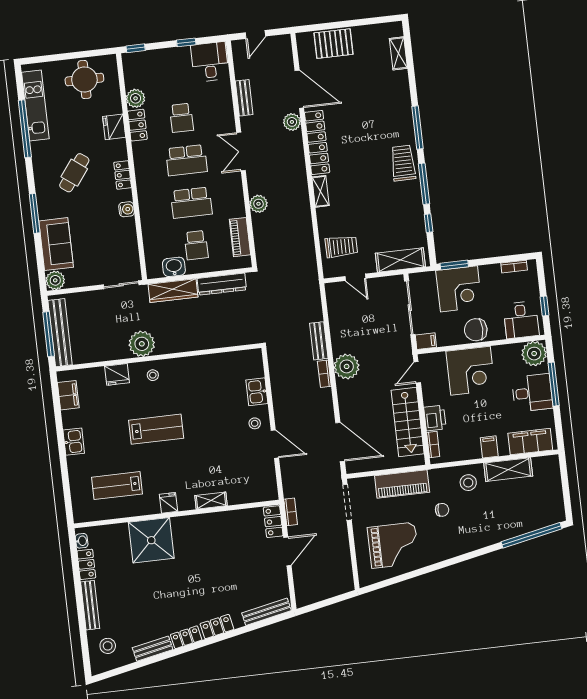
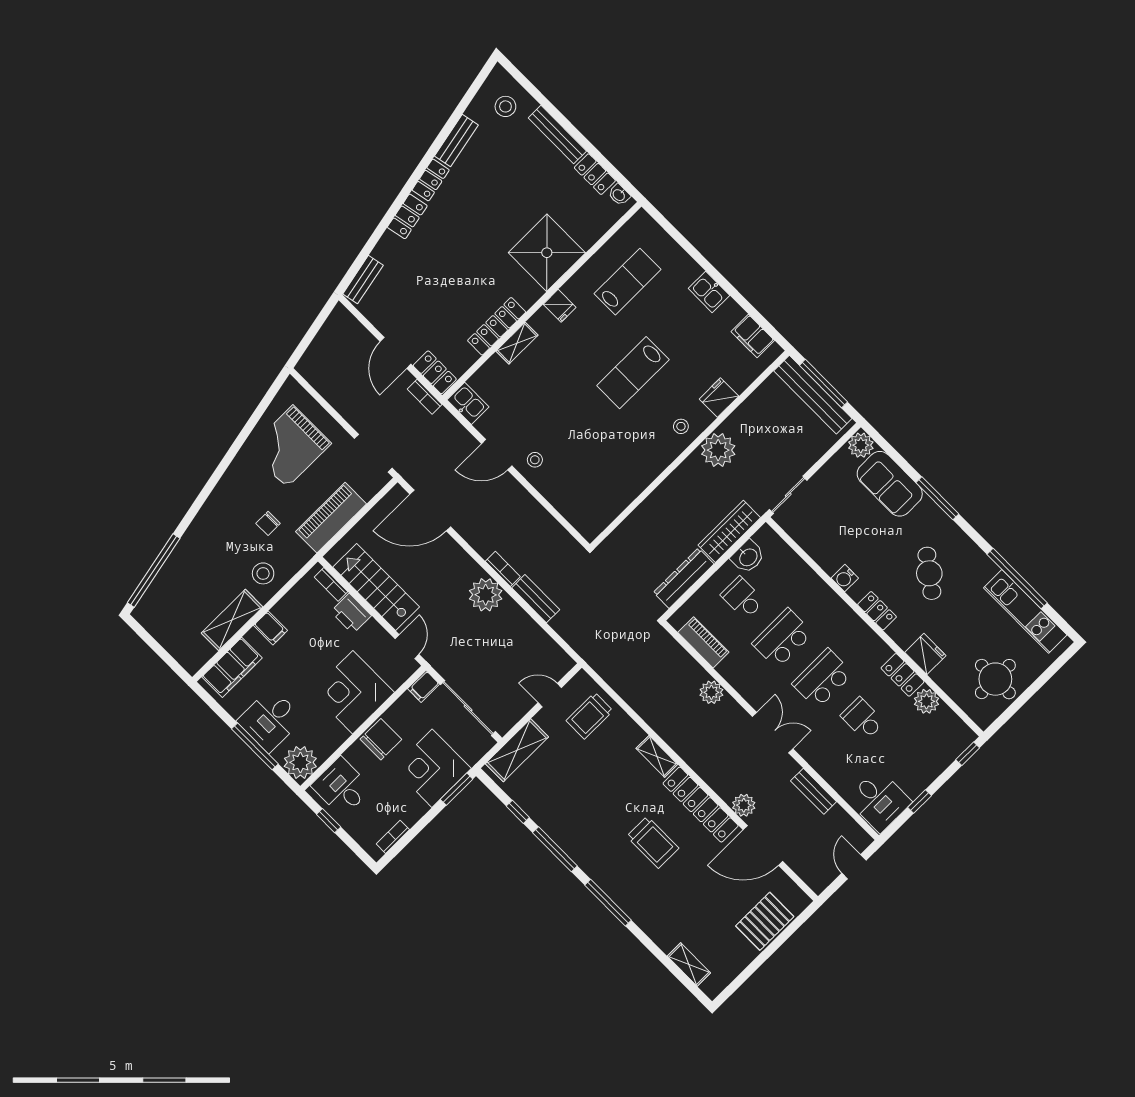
trolley: (403, 163) -> (653, 842), moved
kitchen sink: (257, 392) -> (468, 403), moved
locker: (215, 520) -> (497, 326), added
bench: (266, 612) -> (363, 280), width x0.73

